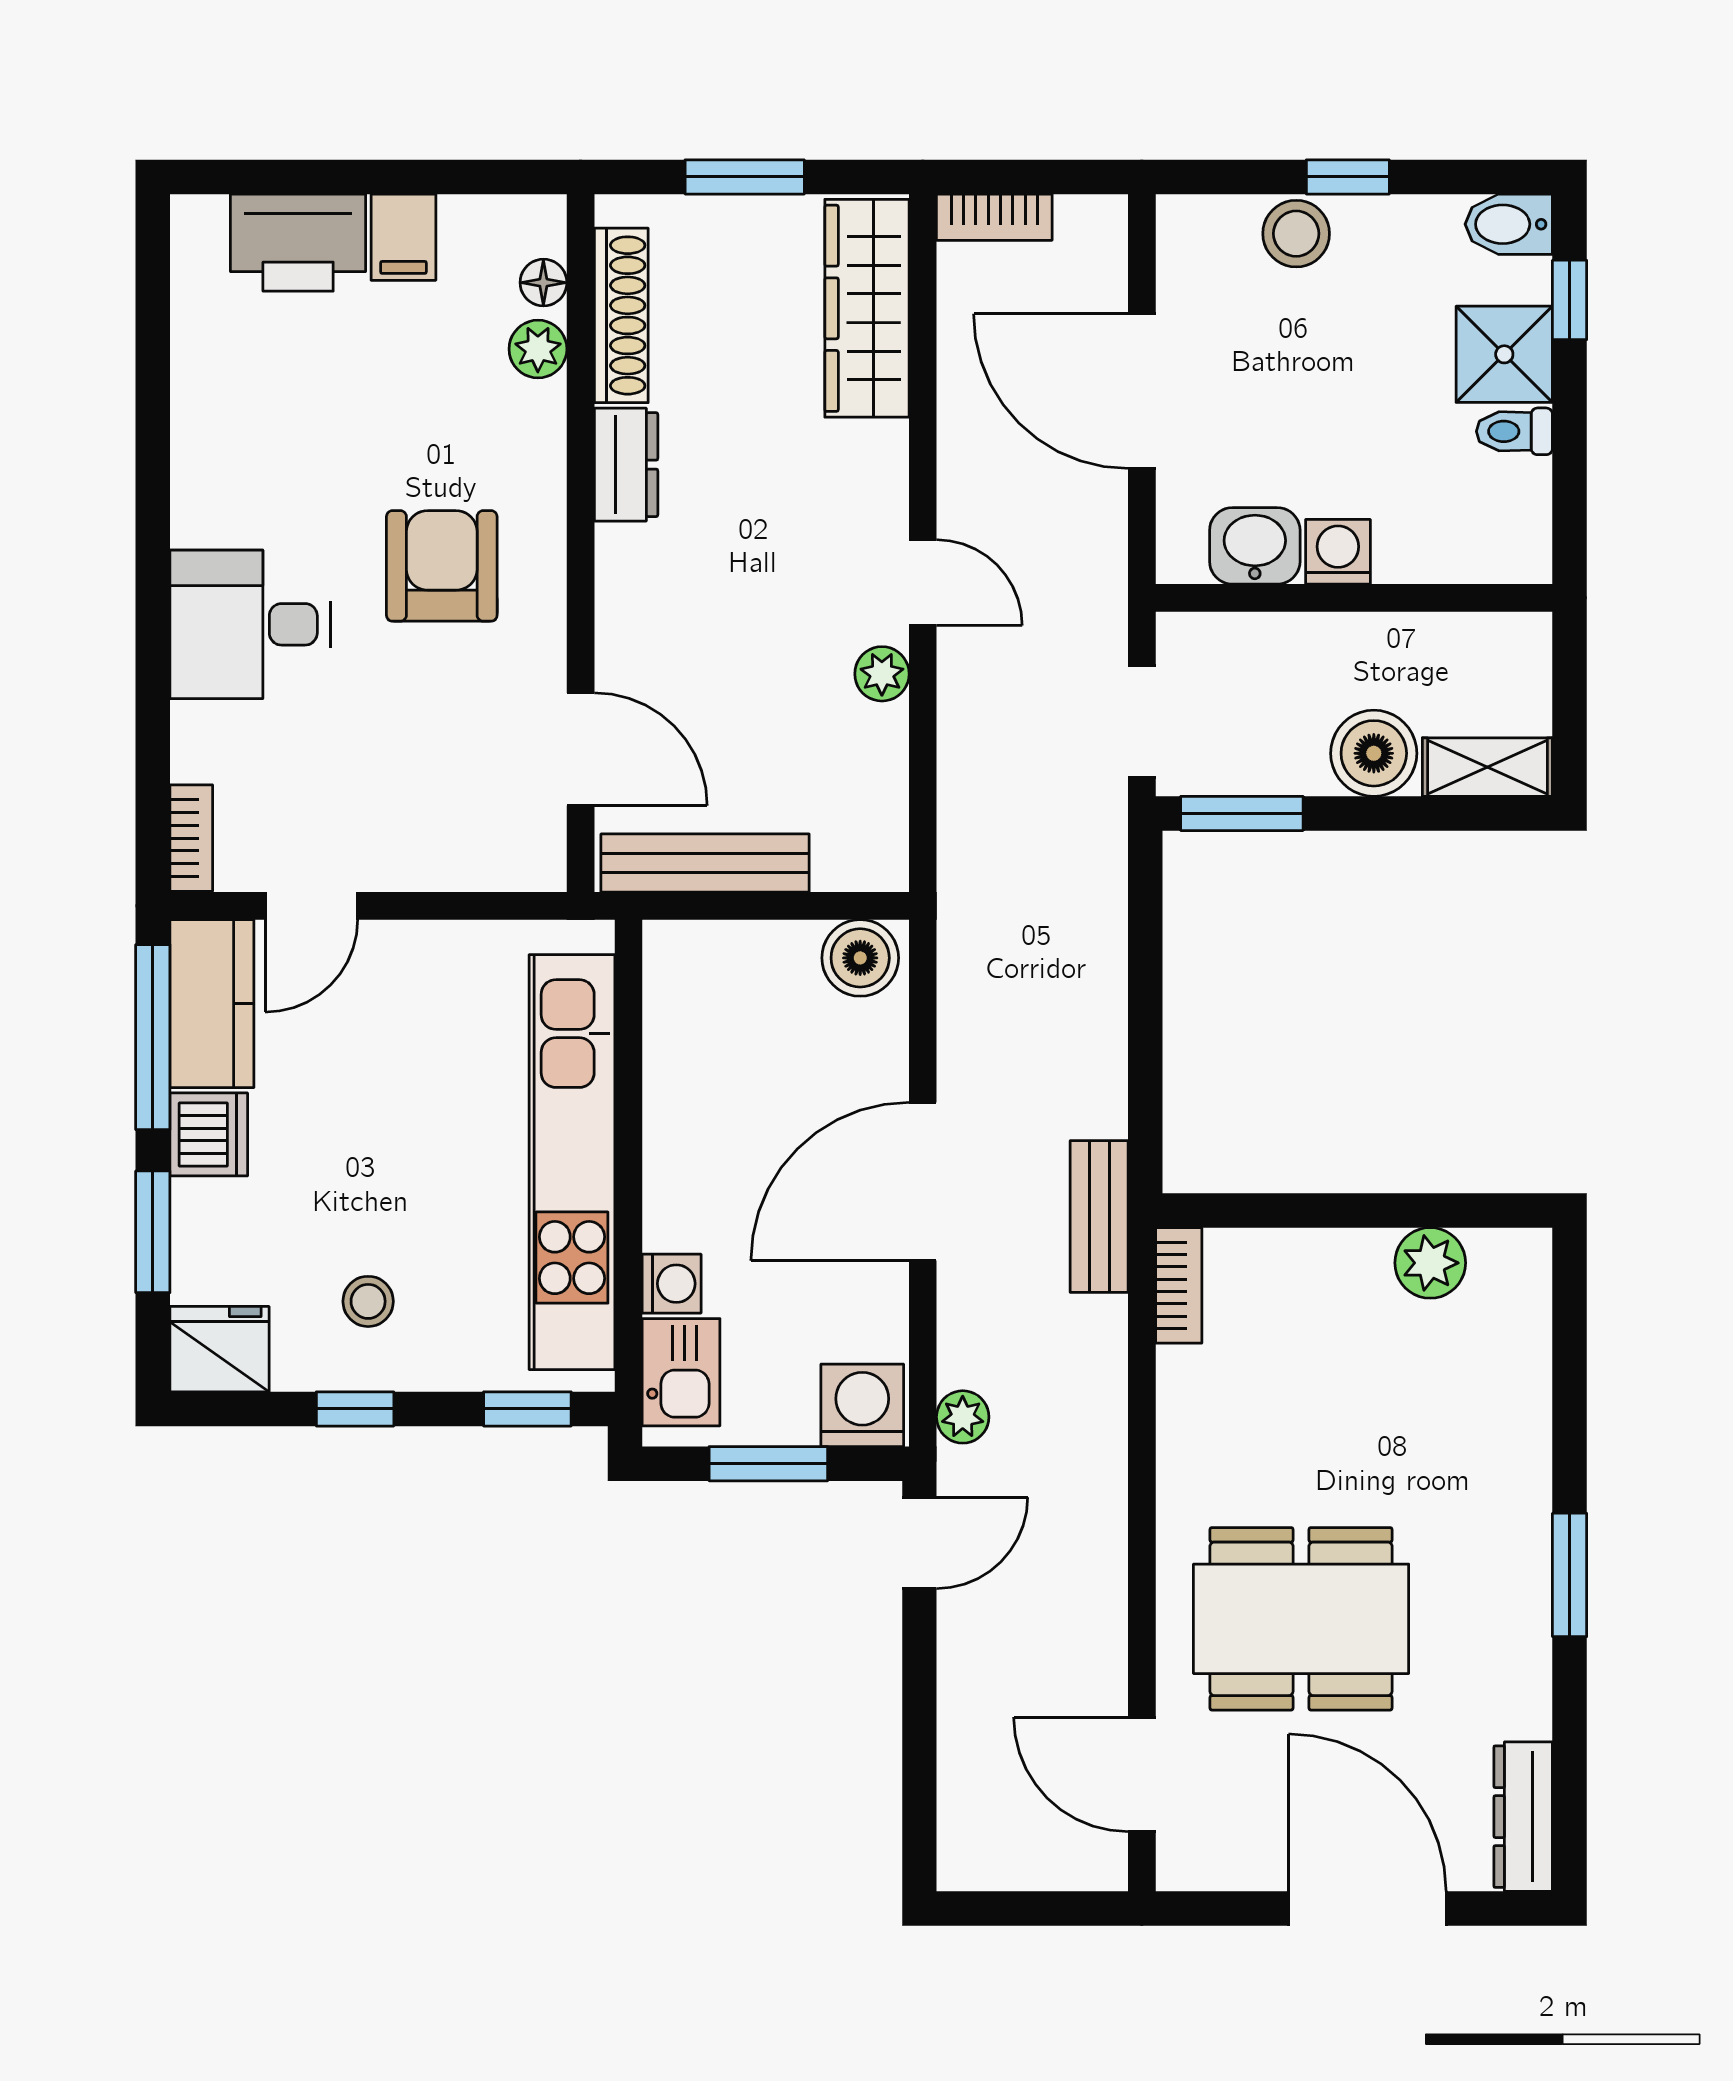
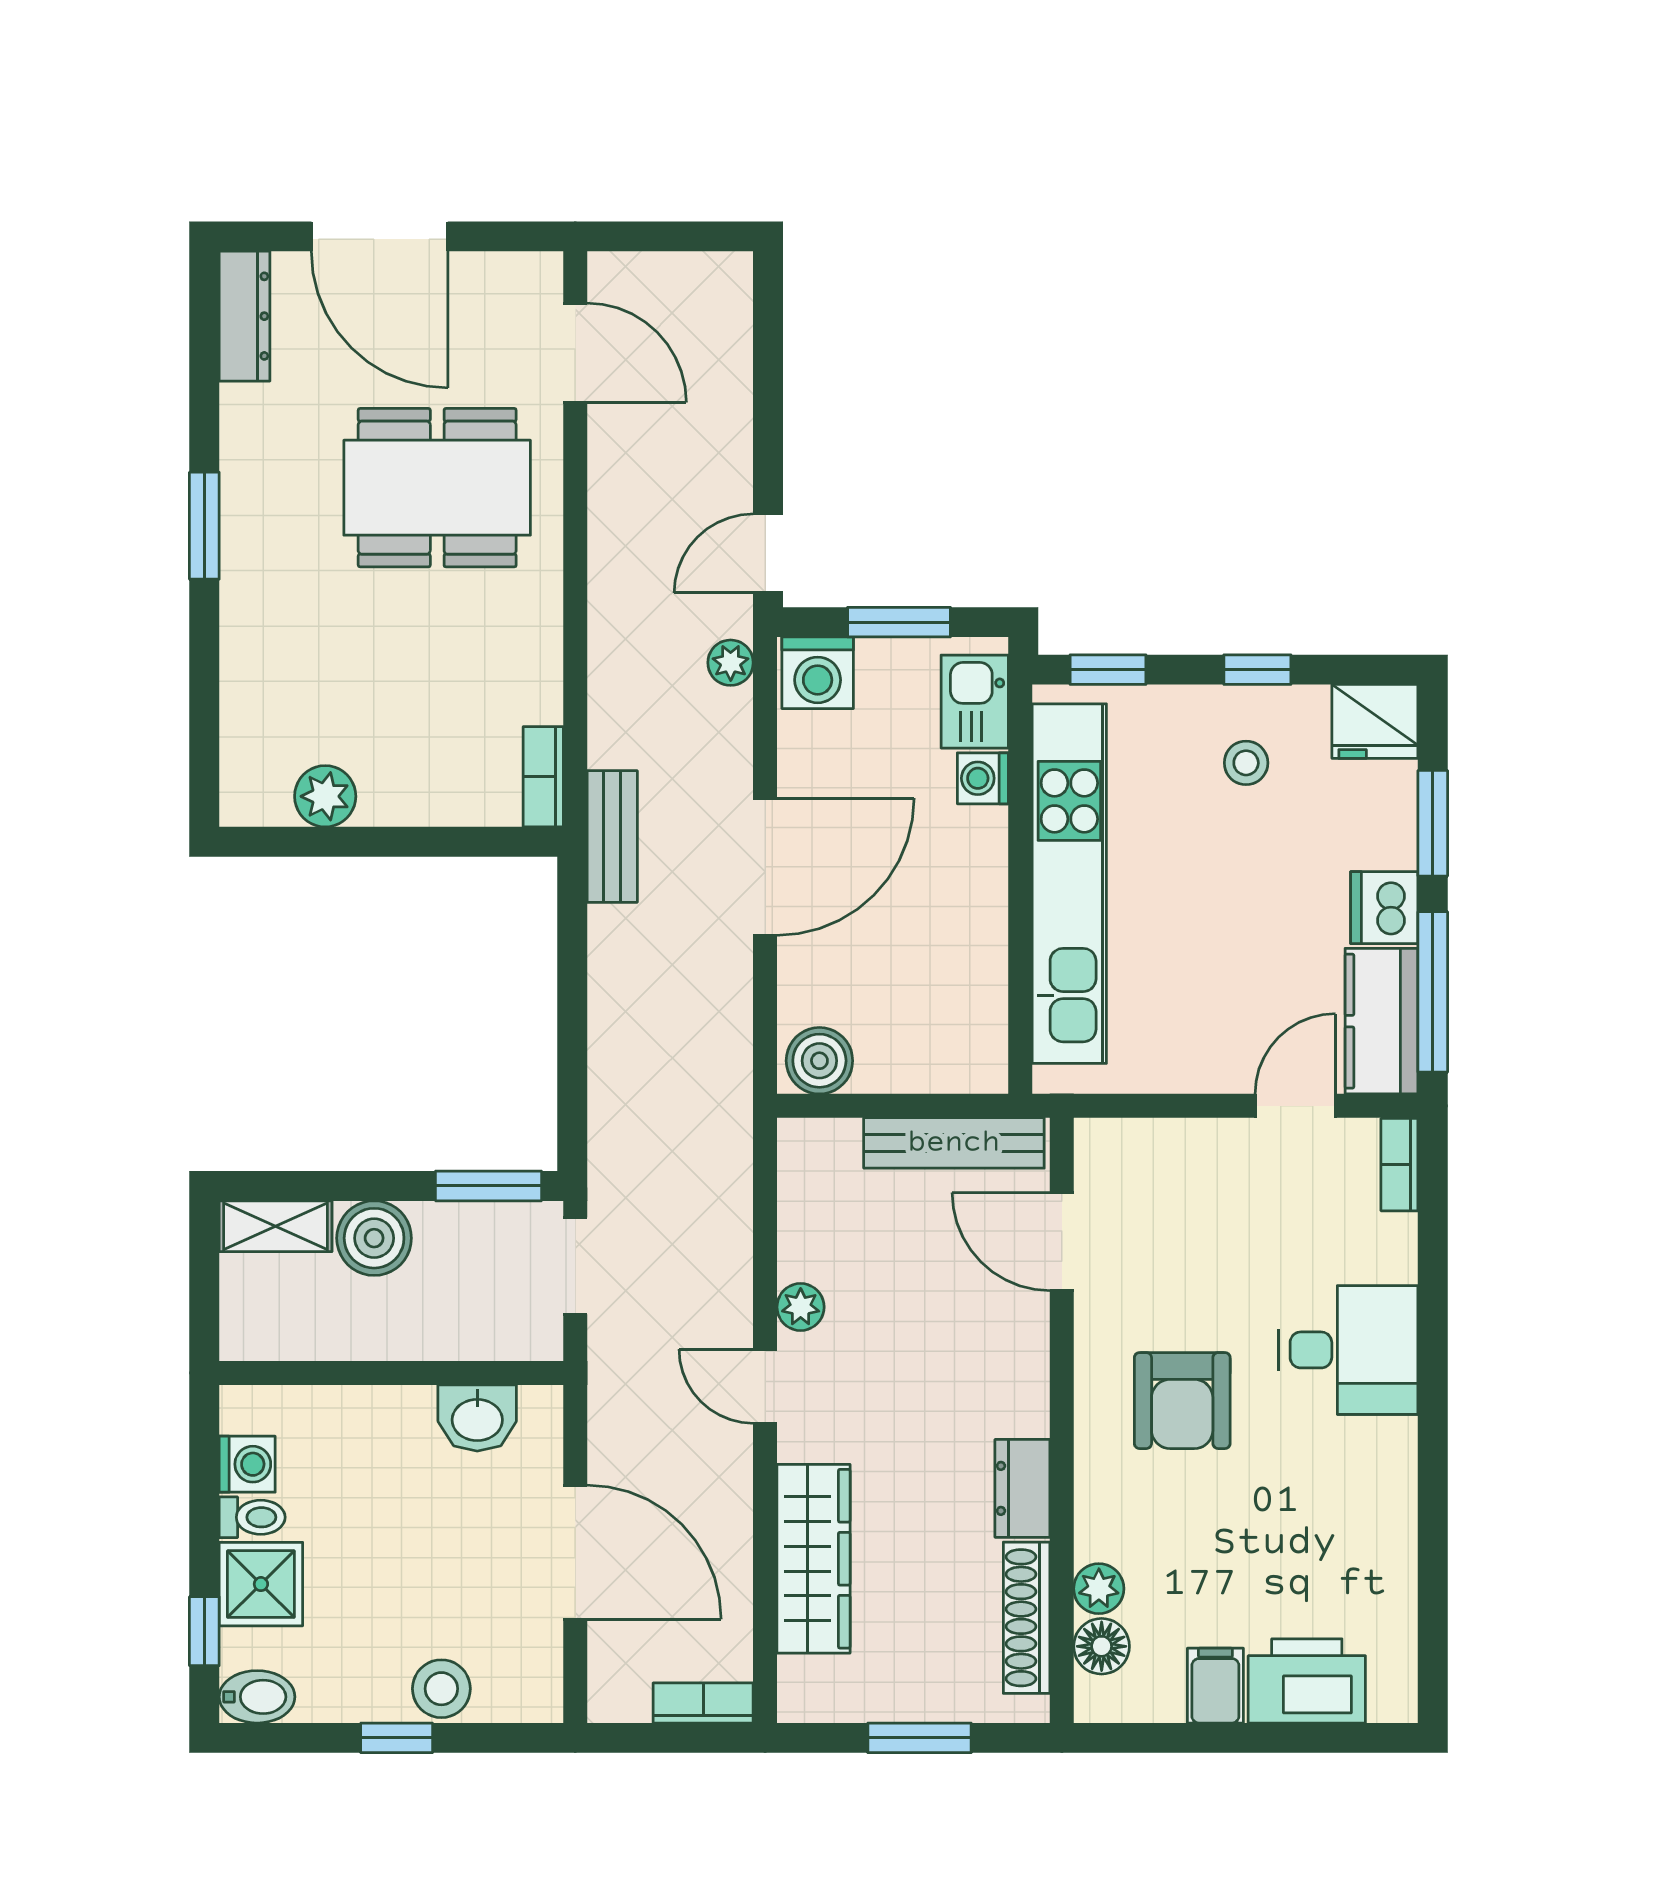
floor lamp: (543, 283) -> (1102, 1646), width x1.37, depth x1.37
wardrobe: (867, 308) -> (814, 1559), moved
washing machine: (1338, 552) -> (247, 1464), moved, turned -90

